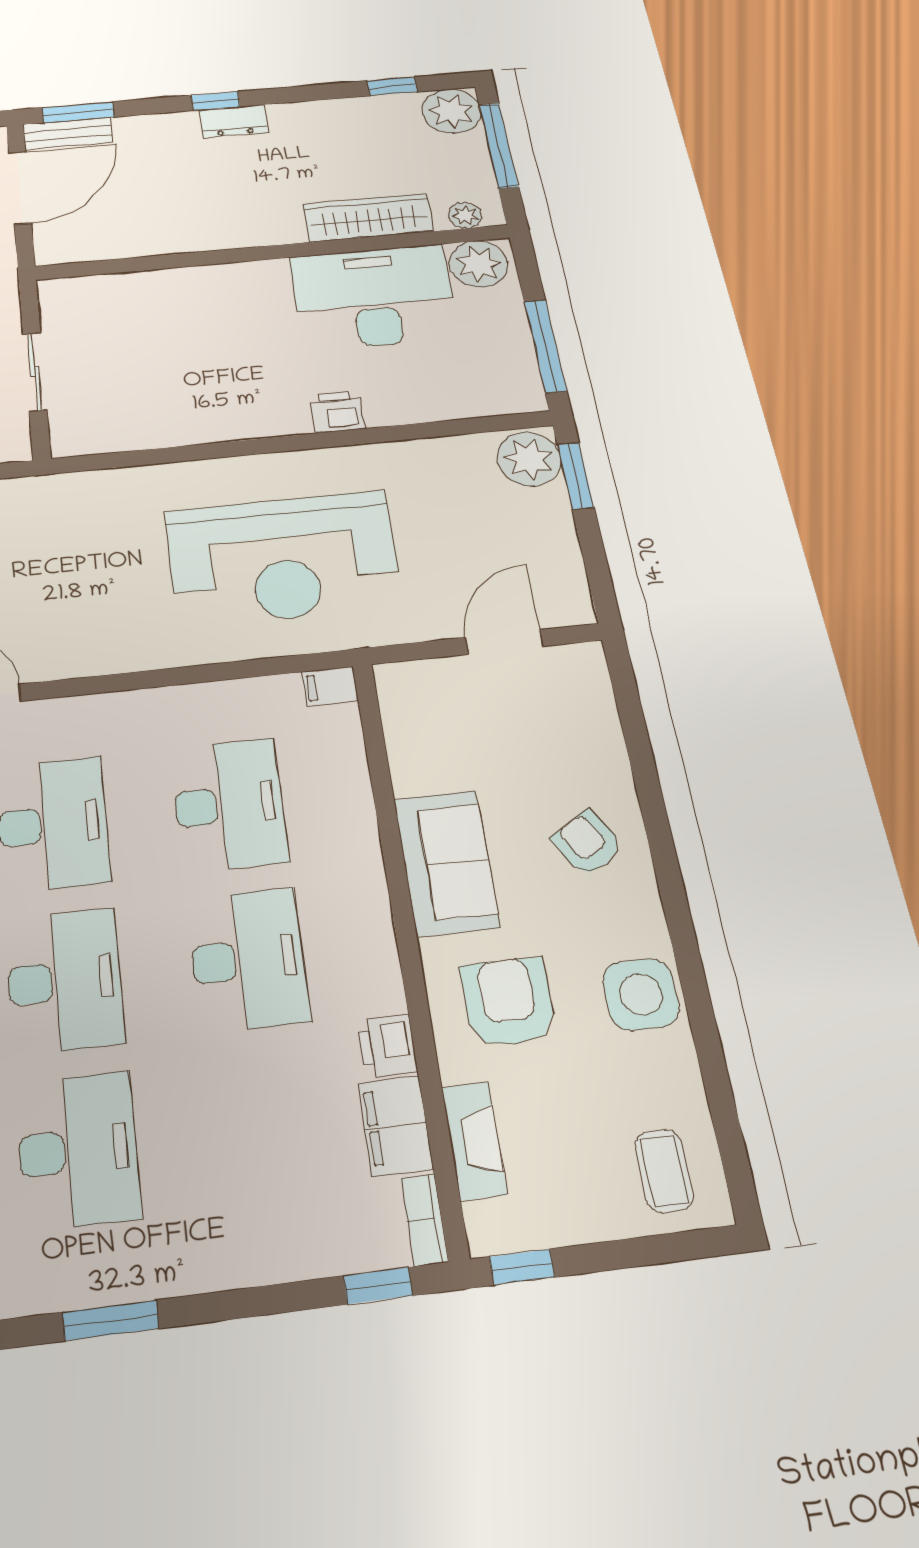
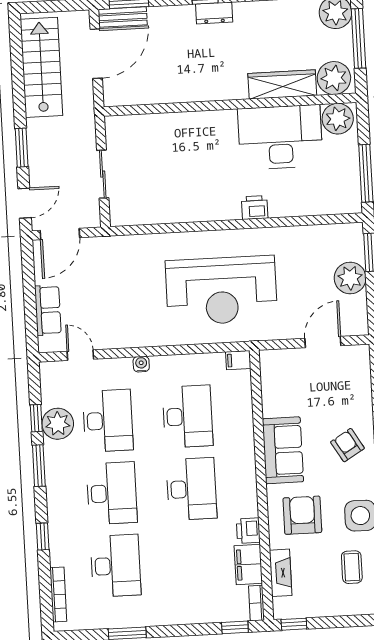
plant: (465, 215) -> (334, 78), width x1.87, depth x1.87
plant: (529, 459) -> (350, 278), moved
water cooler: (123, 706) -> (141, 364), added
coffee table: (664, 1171) -> (352, 567), moved

